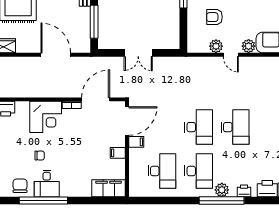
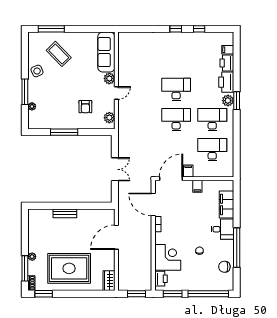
window: (94, 22) -> (89, 206), removed
plant: (216, 46) -> (109, 118), moved
corner desk: (46, 117) -> (168, 257), moved
door: (127, 121) -> (171, 179), hinge flipped
desk: (47, 183) -> (222, 229), moved
filing cabinet: (109, 188) -> (226, 205), moved
printer: (244, 191) -> (226, 82), width x1.87, depth x1.48
window: (222, 201) -> (237, 101), width x0.47

